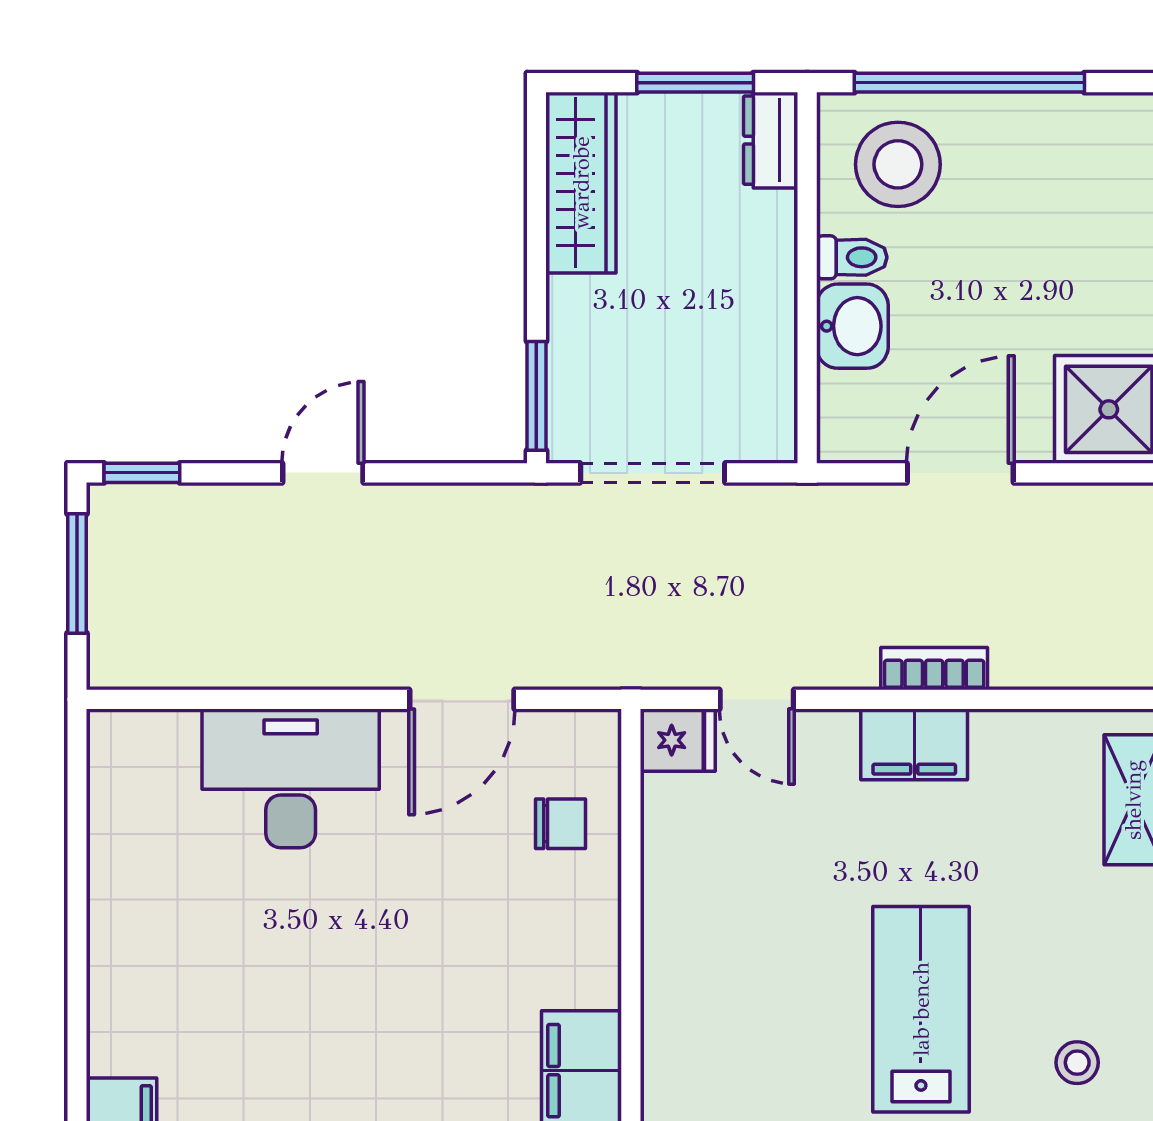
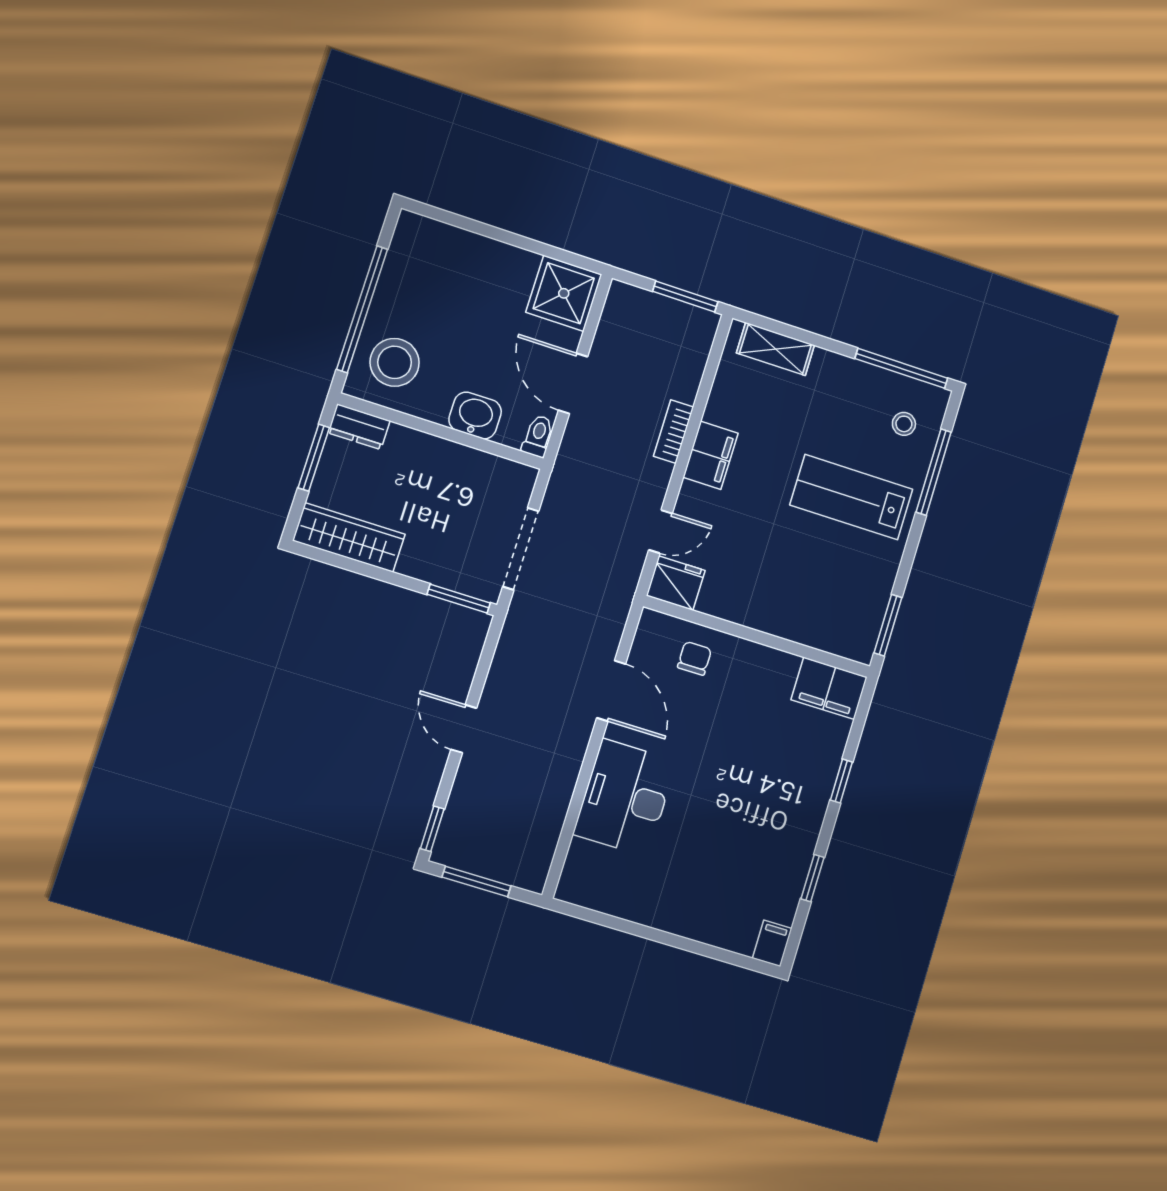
toilet: (852, 257) -> (538, 436), moved
fridge: (678, 740) -> (676, 583), width x1.38

